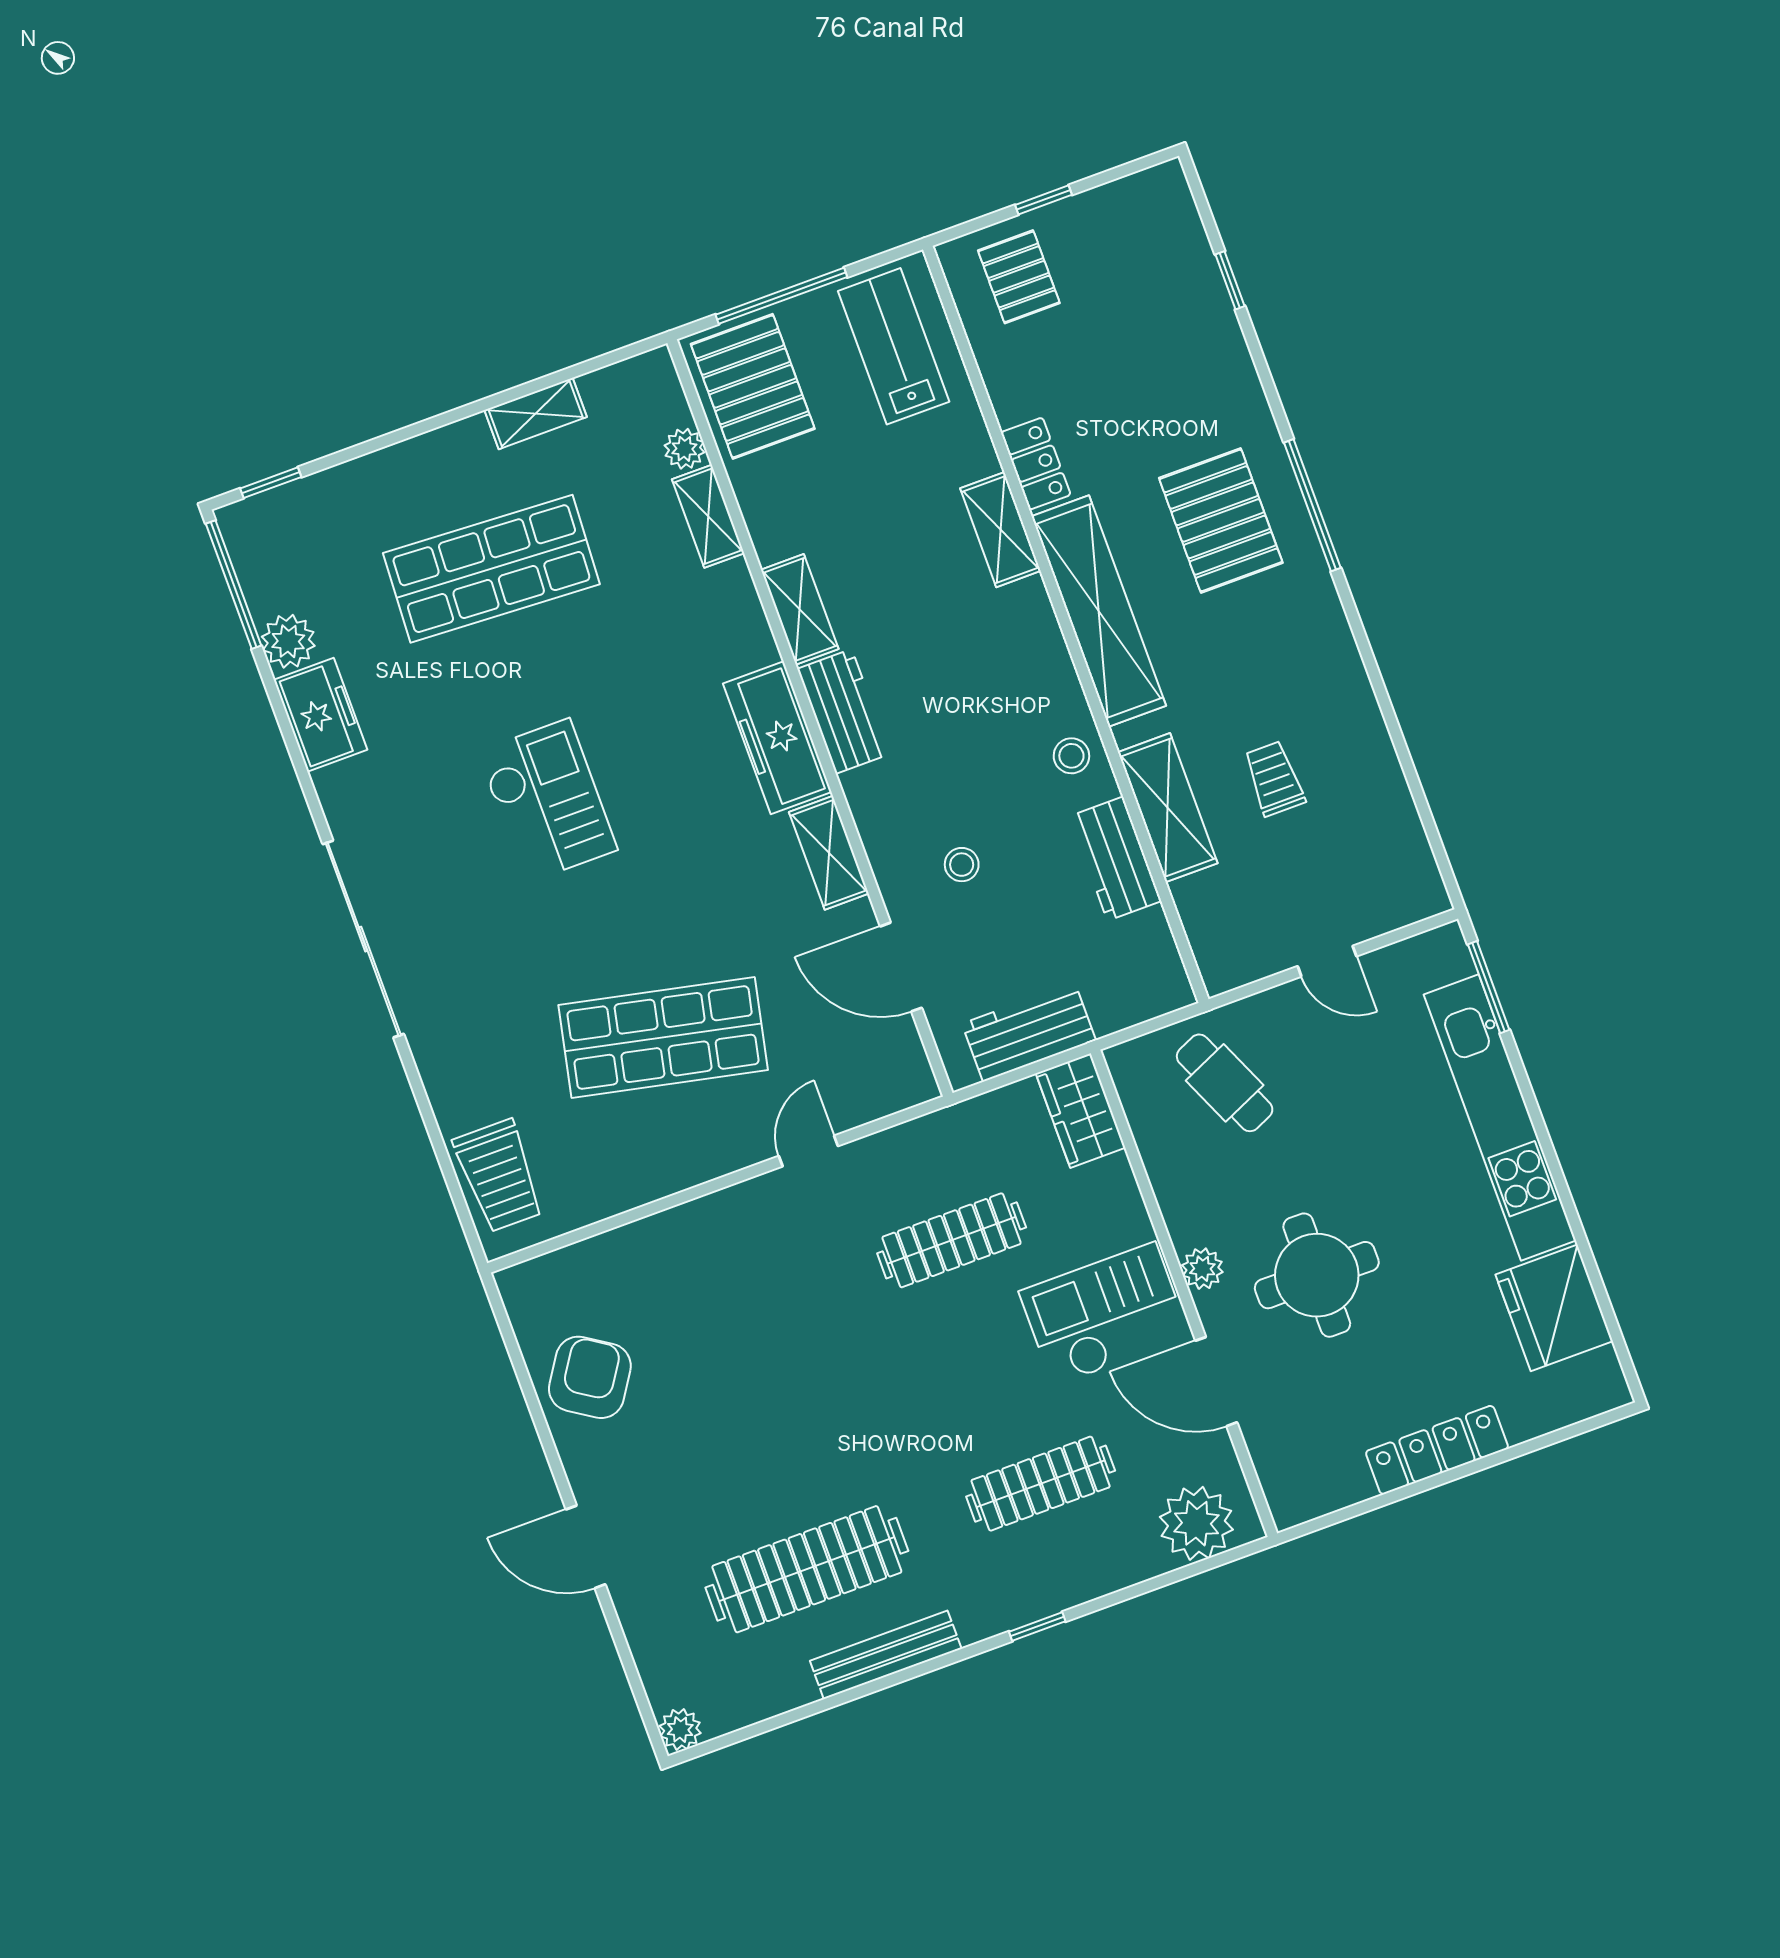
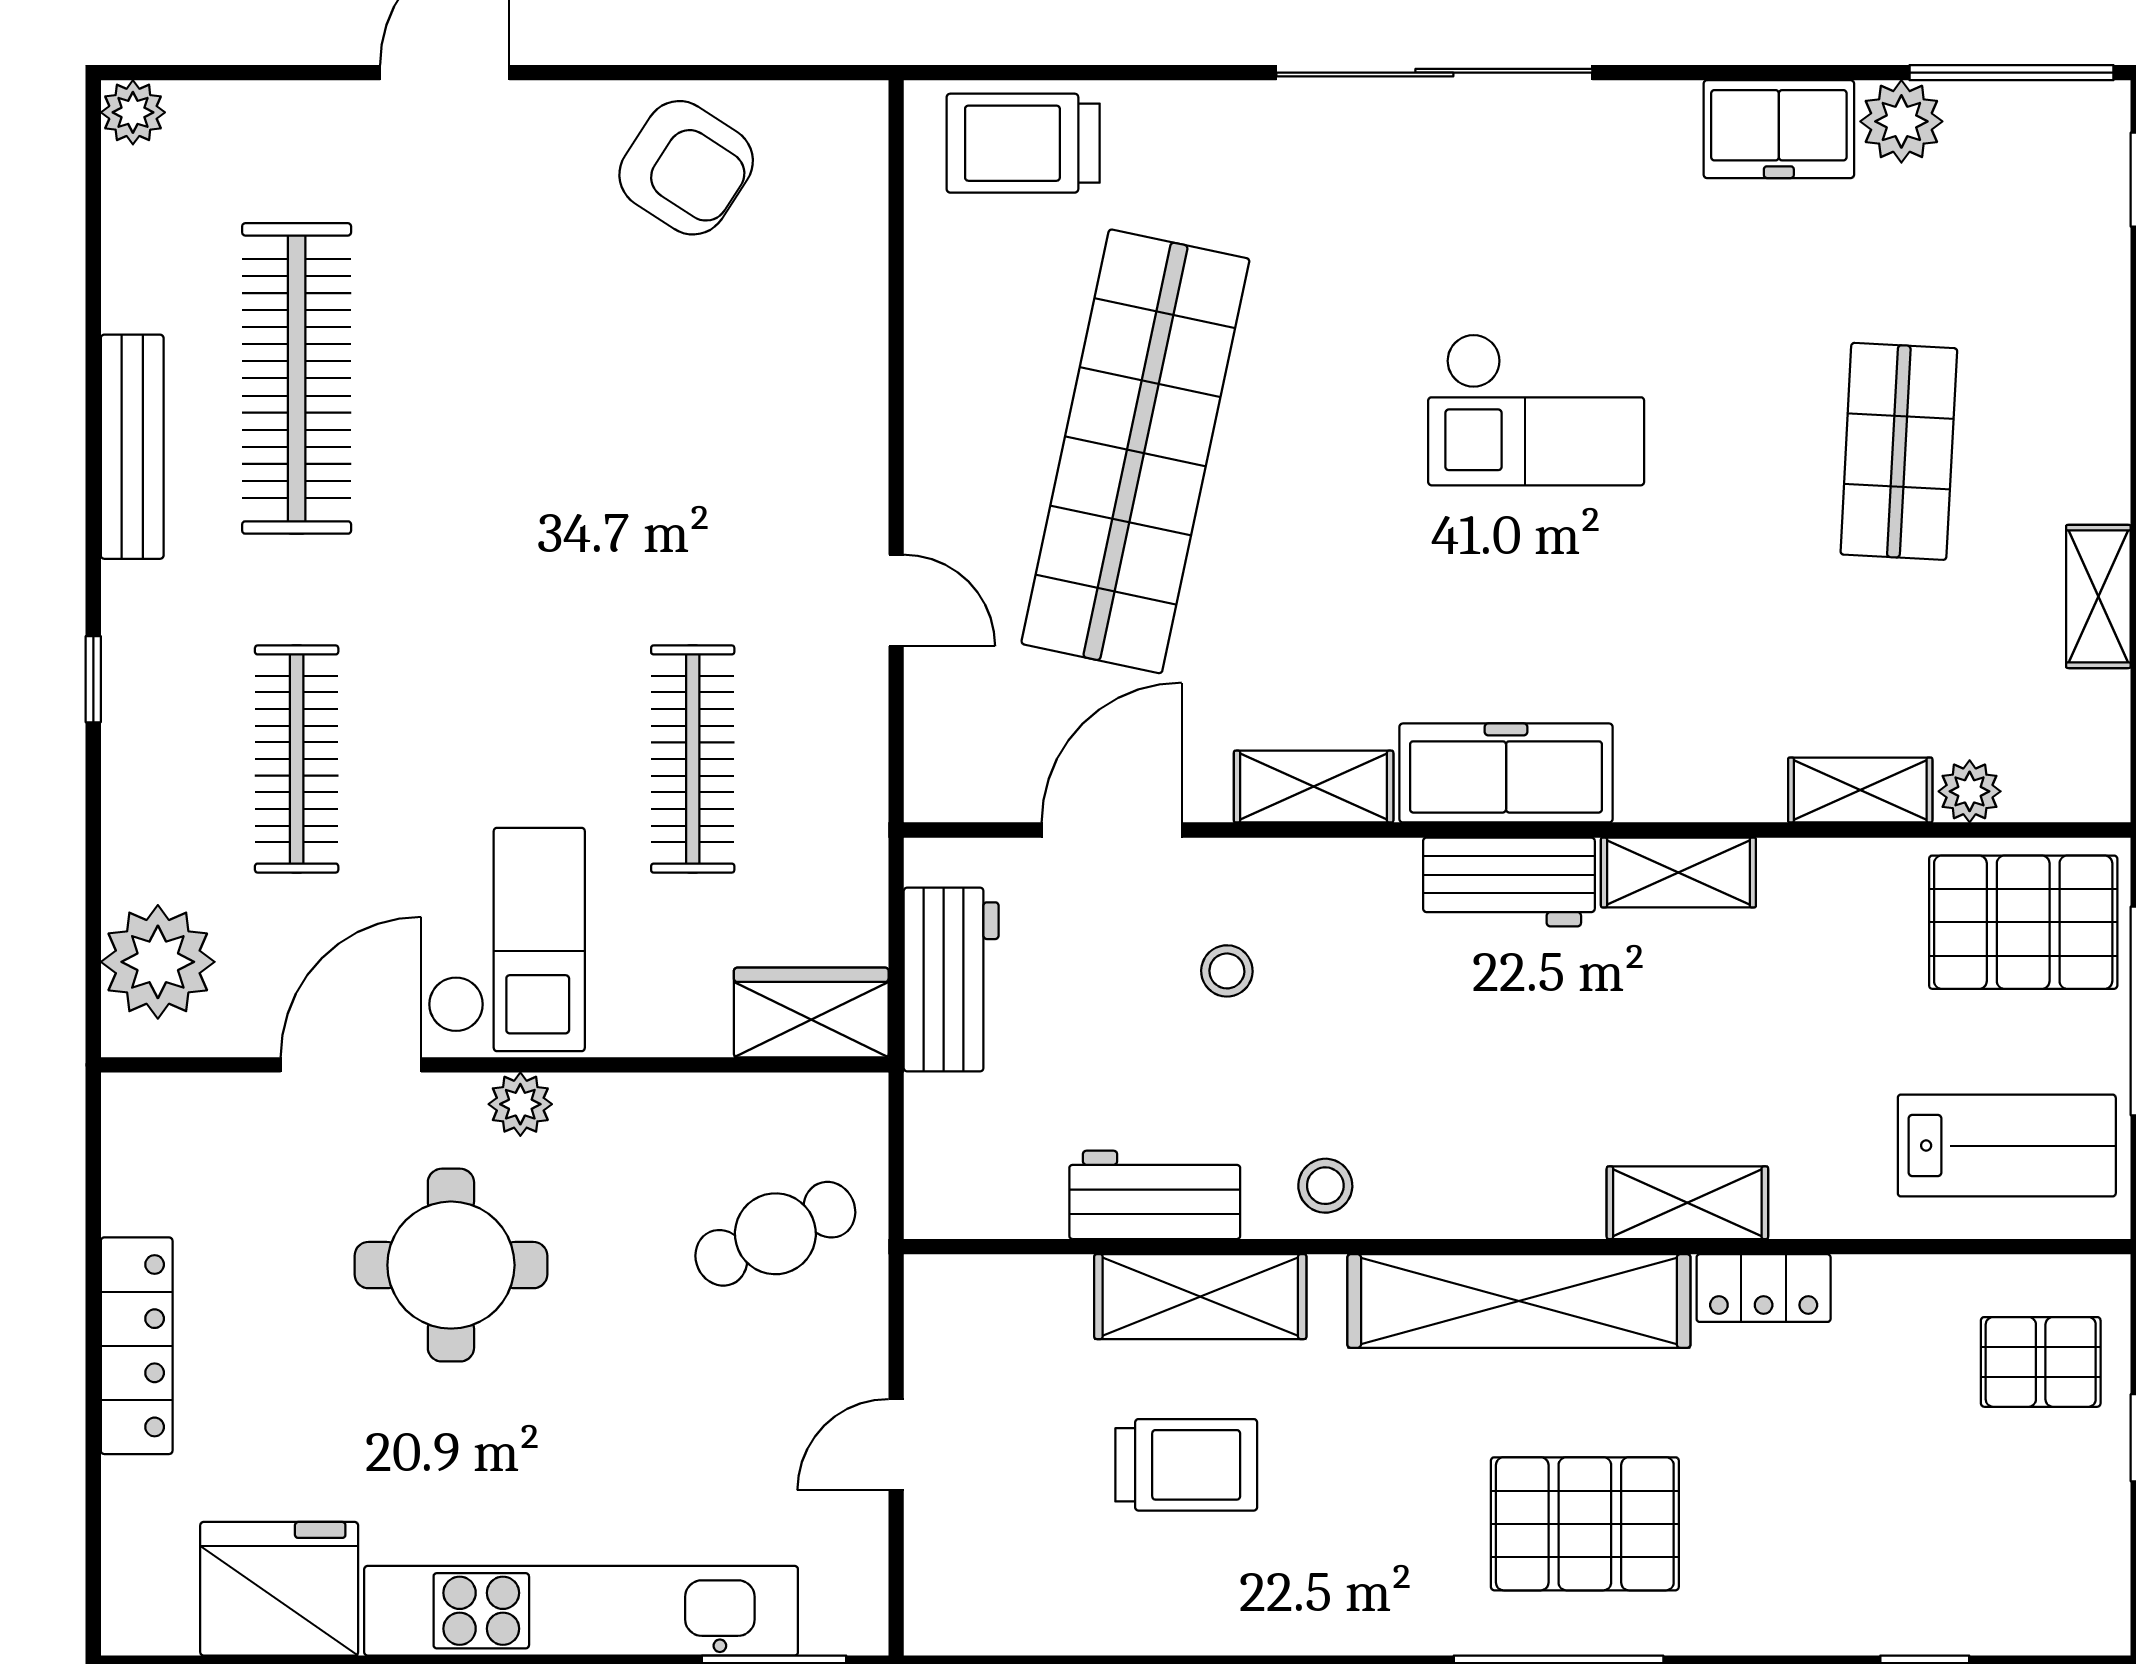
shop shelf: (491, 569) -> (1899, 451), width x0.70, depth x0.74
trolley: (1274, 779) -> (1186, 1465), width x1.36, depth x1.39
shop shelf: (663, 1038) -> (1135, 451), width x1.40

